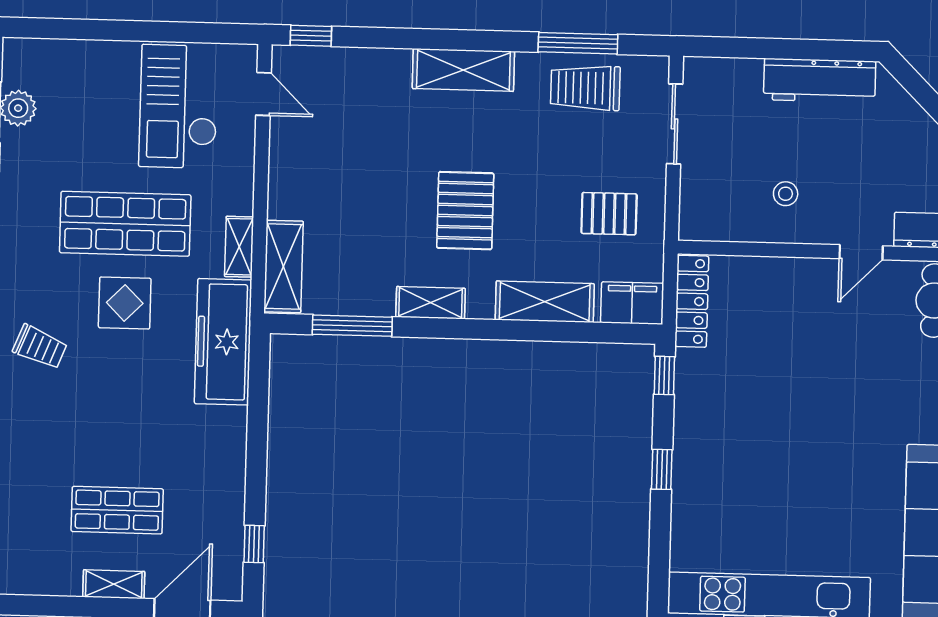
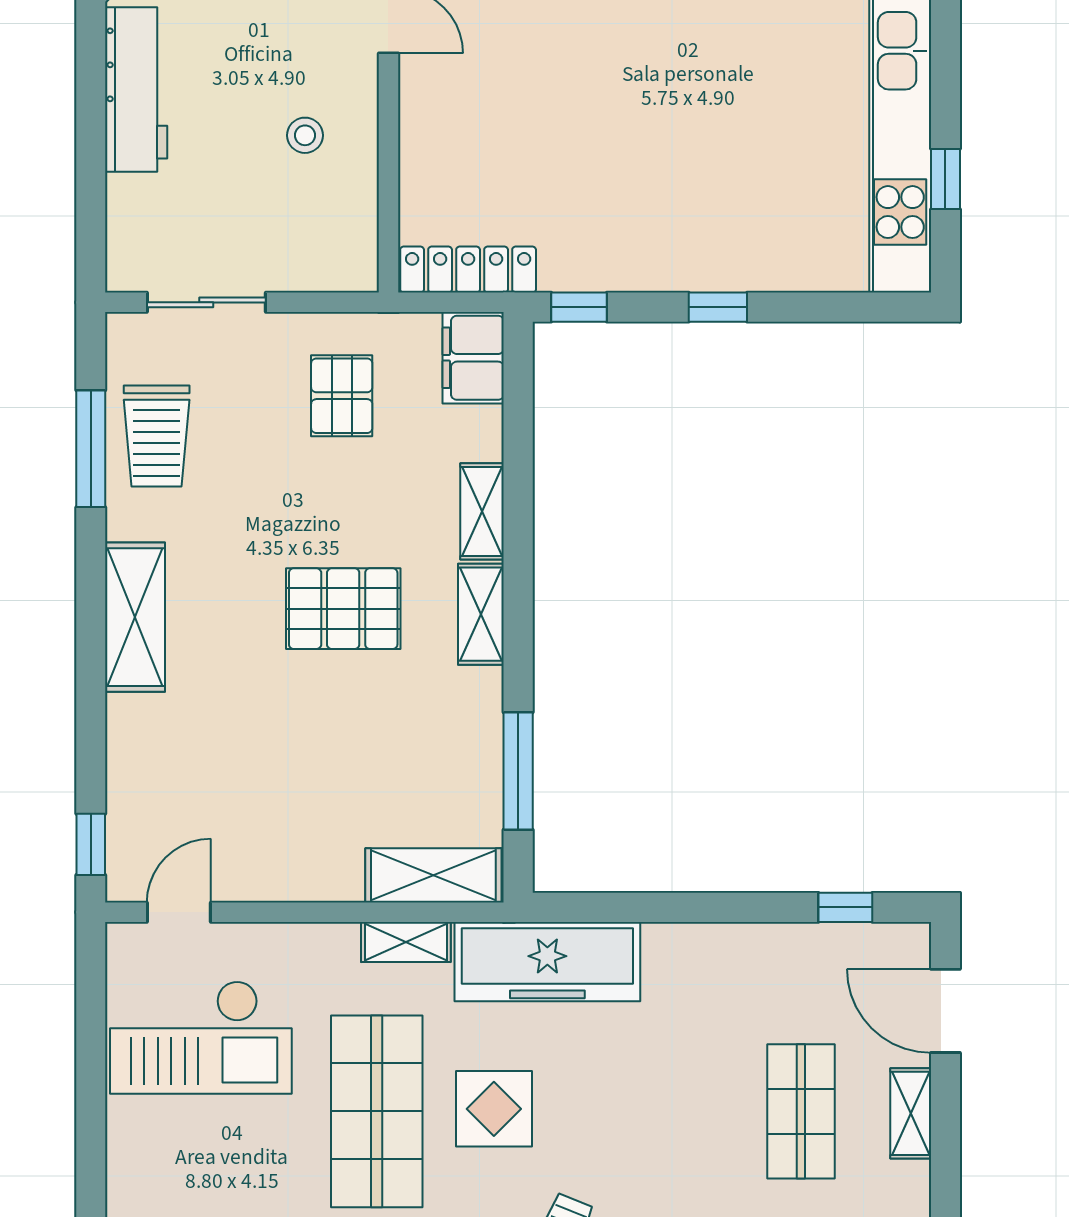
shelving: (545, 302) -> (482, 511), width x0.67, depth x0.75
shelving: (431, 303) -> (481, 614), moved

